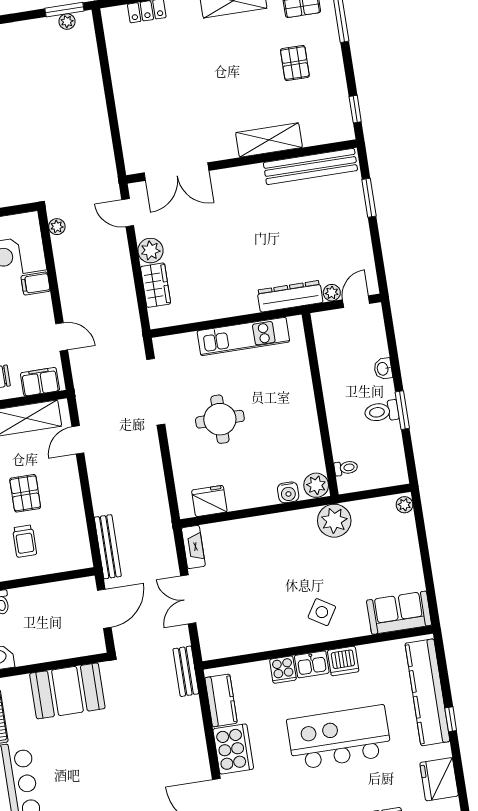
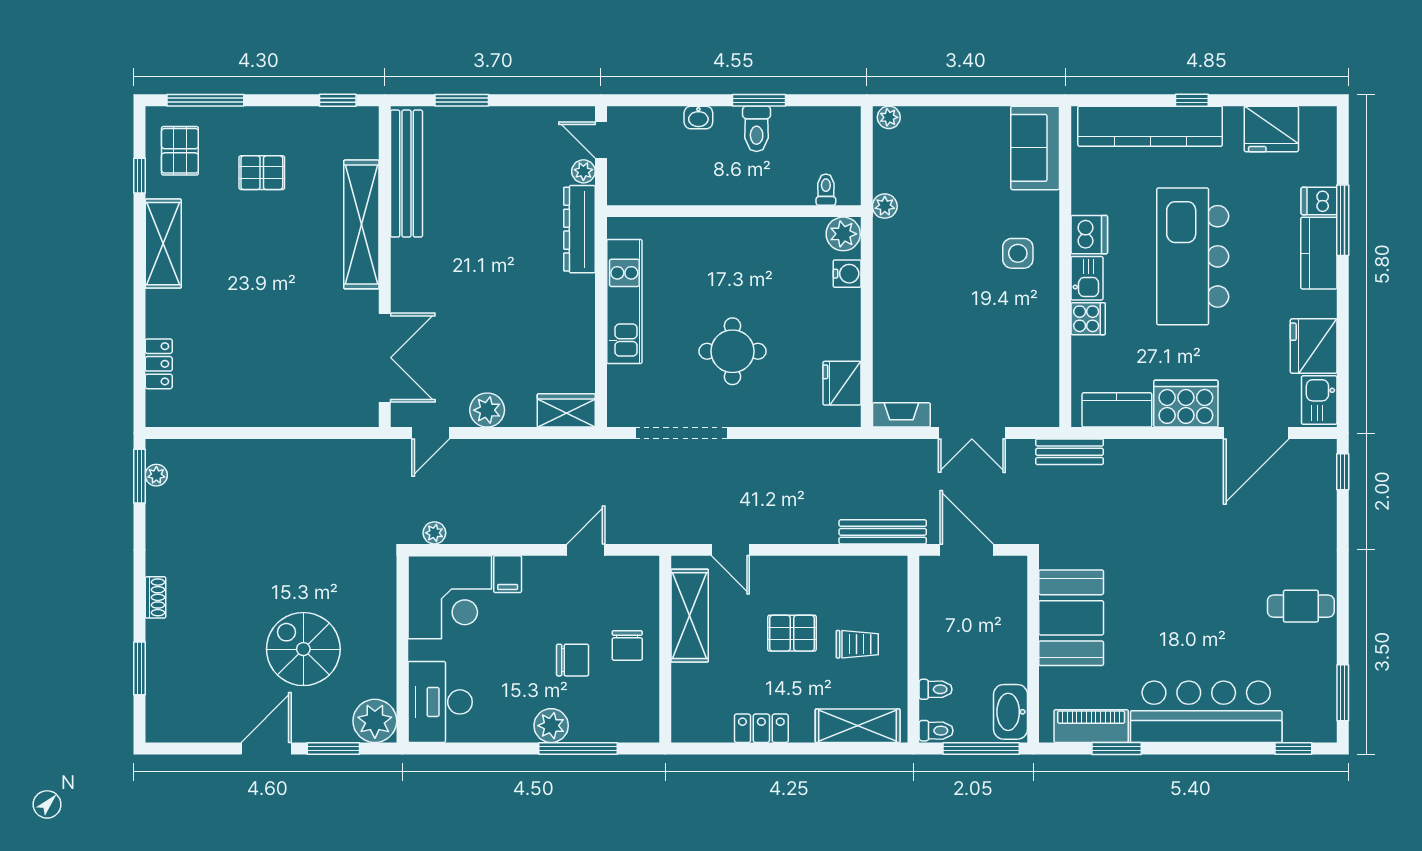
shelving: (269, 140) -> (361, 224), width x1.47
wardrobe: (156, 285) -> (566, 410), moved
filing cabinet: (40, 382) -> (643, 589), removed
plant: (334, 521) -> (885, 206), width x0.53, depth x0.53
side table: (322, 612) -> (1018, 253), turned -32

